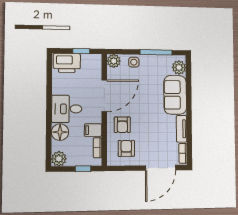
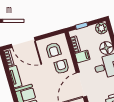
door: (161, 168) -> (23, 42), swing flipped

